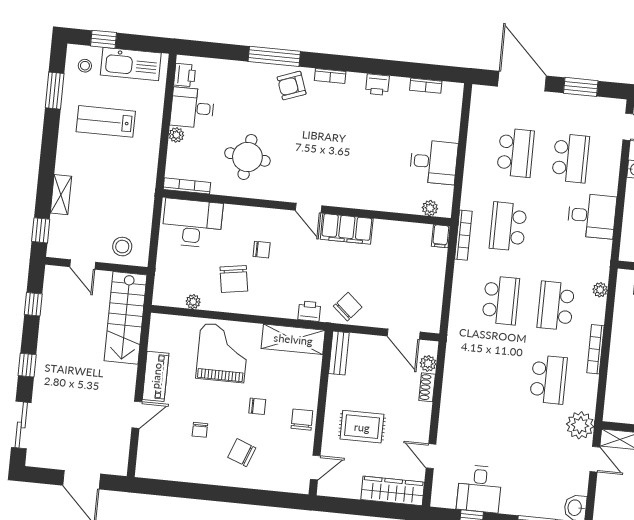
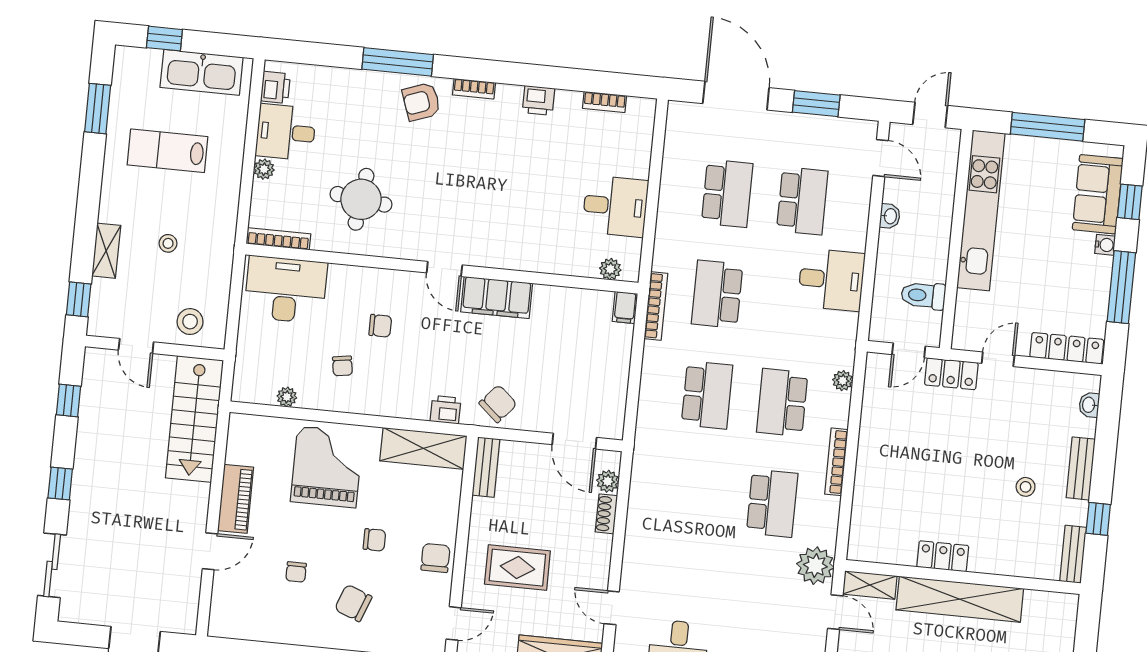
stool: (85, 66) -> (168, 243), moved
chair: (234, 279) -> (342, 366), width x0.54, depth x0.54

